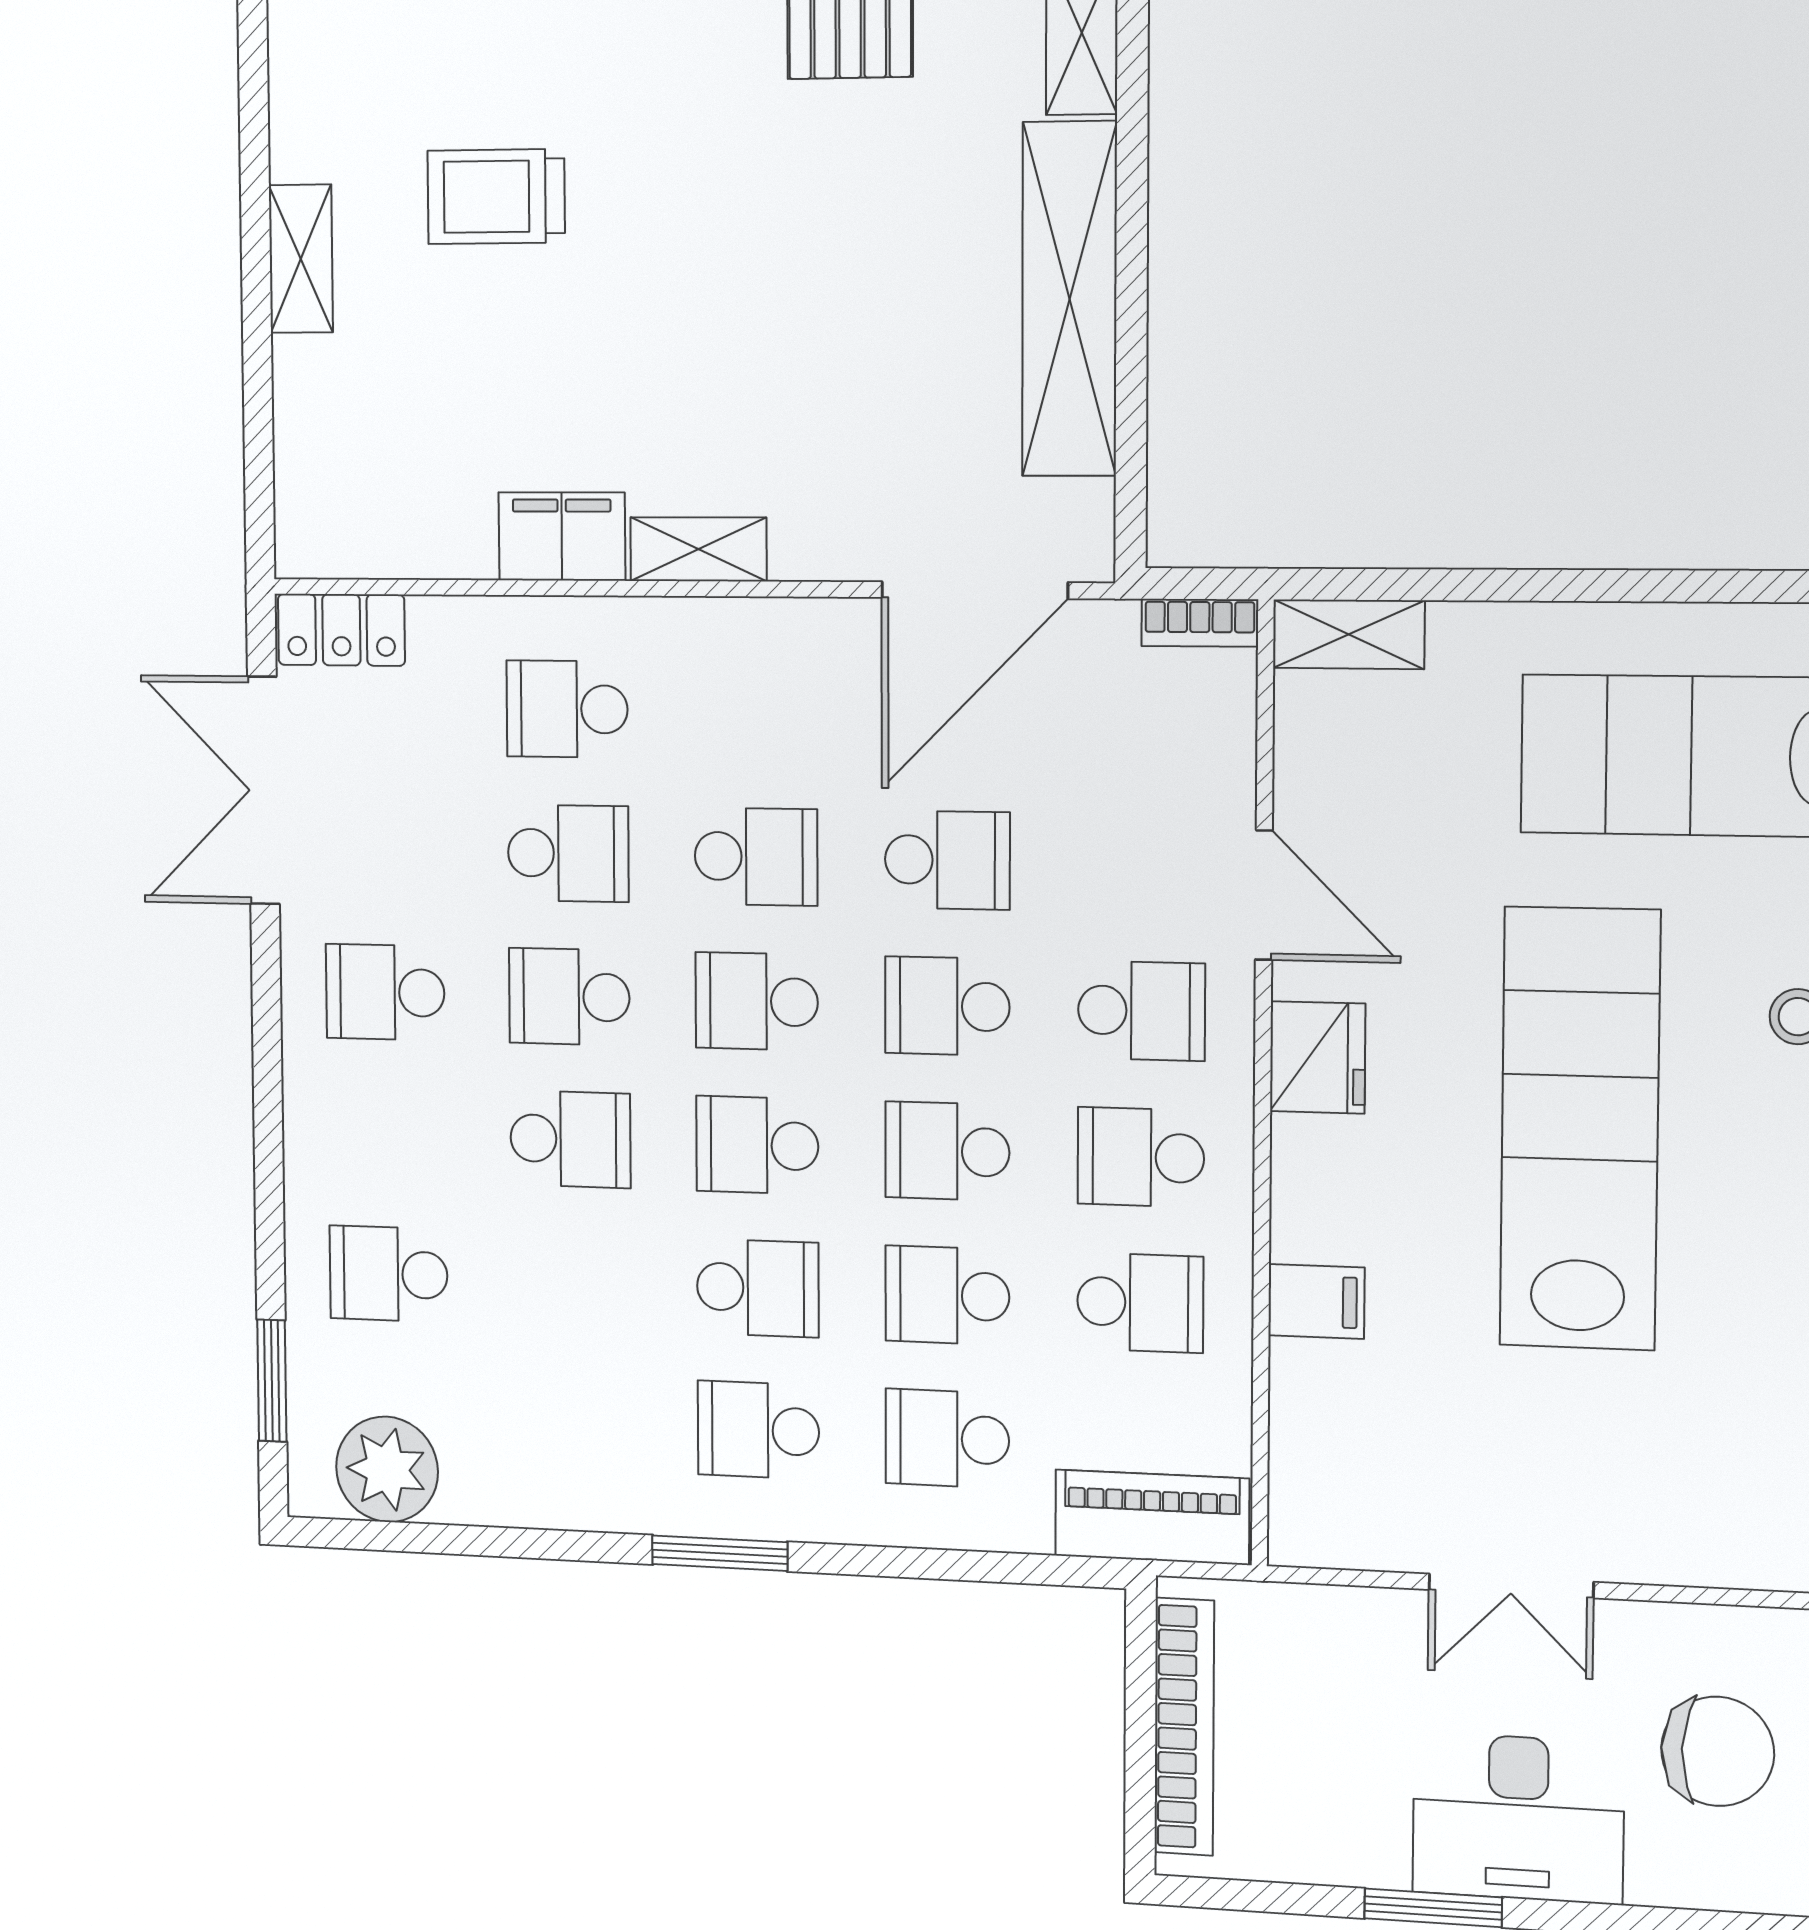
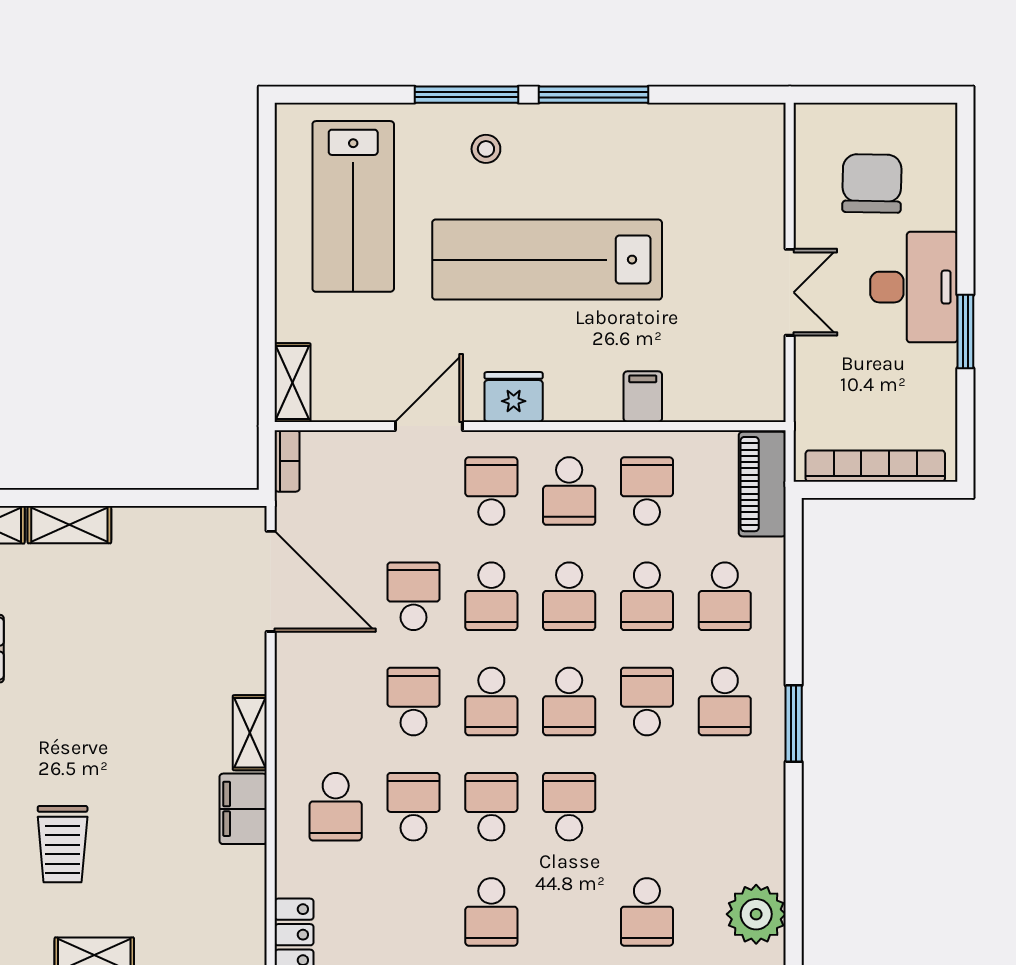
shelving: (1069, 299) -> (69, 525), width x0.45, depth x0.75
school desk: (569, 997) -> (491, 807), turned 180

